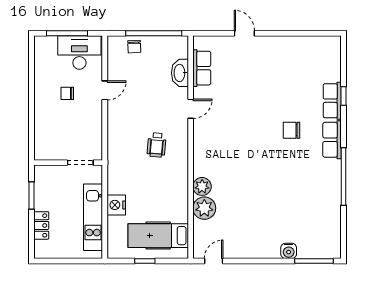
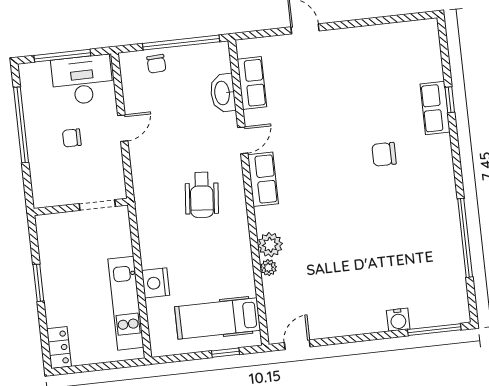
window: (32, 80) -> (21, 125), added
row of seats: (332, 140) -> (263, 179), moved, turned 180
wheelchair: (157, 145) -> (202, 195), width x1.36, depth x1.37
wall: (68, 163) -> (81, 207), moved
doorway: (80, 163) -> (97, 205), moved
window: (343, 176) -> (465, 238), moved
plant: (204, 208) -> (268, 268), width x0.53, depth x0.53
locker: (41, 225) -> (59, 348), moved
window: (145, 261) -> (226, 353), moved

